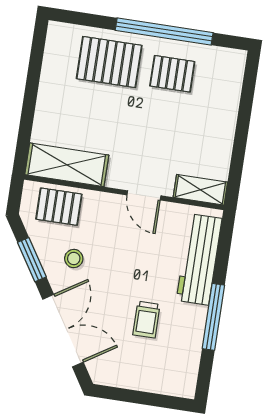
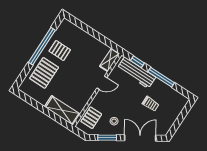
pallet: (172, 74) -> (60, 50), turned 90
shelving: (67, 165) -> (62, 110), moved, turned 90
window: (223, 251) -> (137, 62), added

